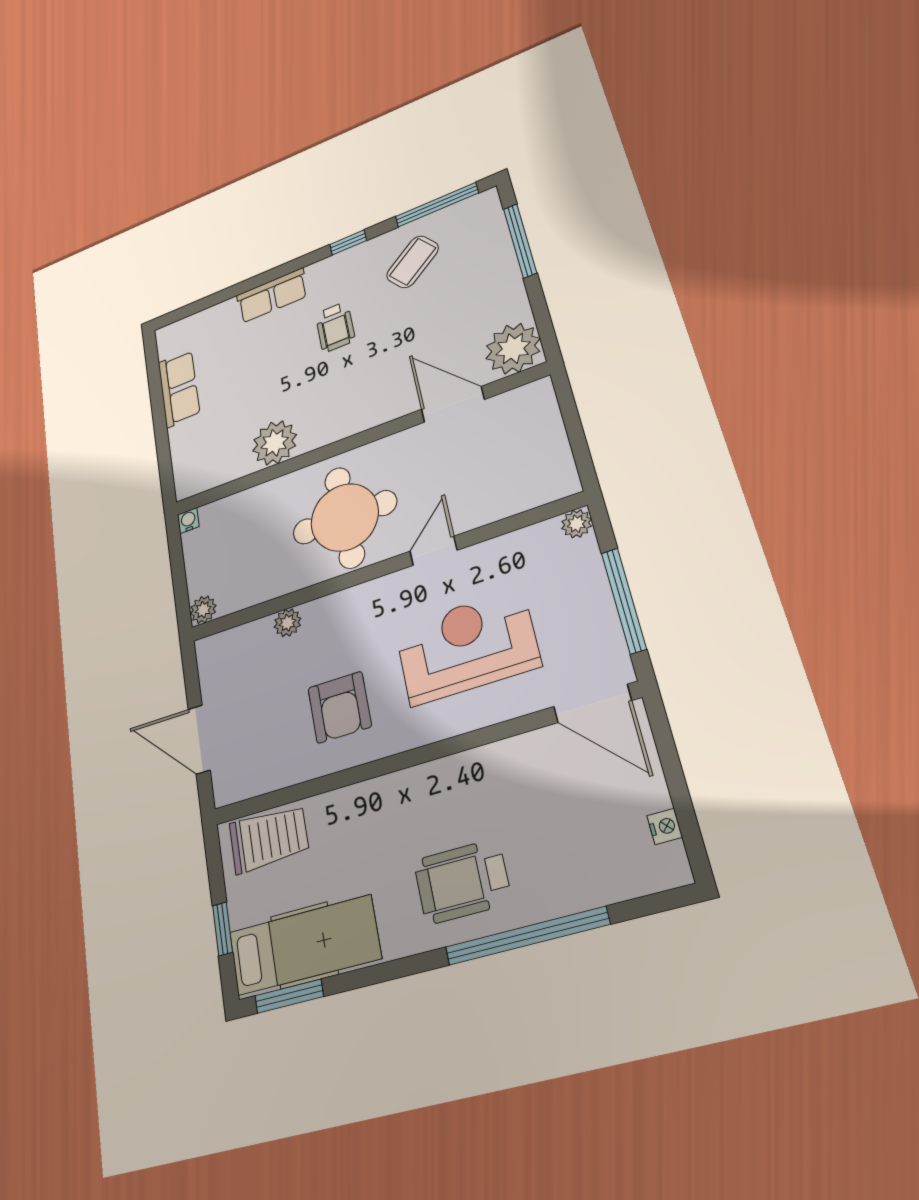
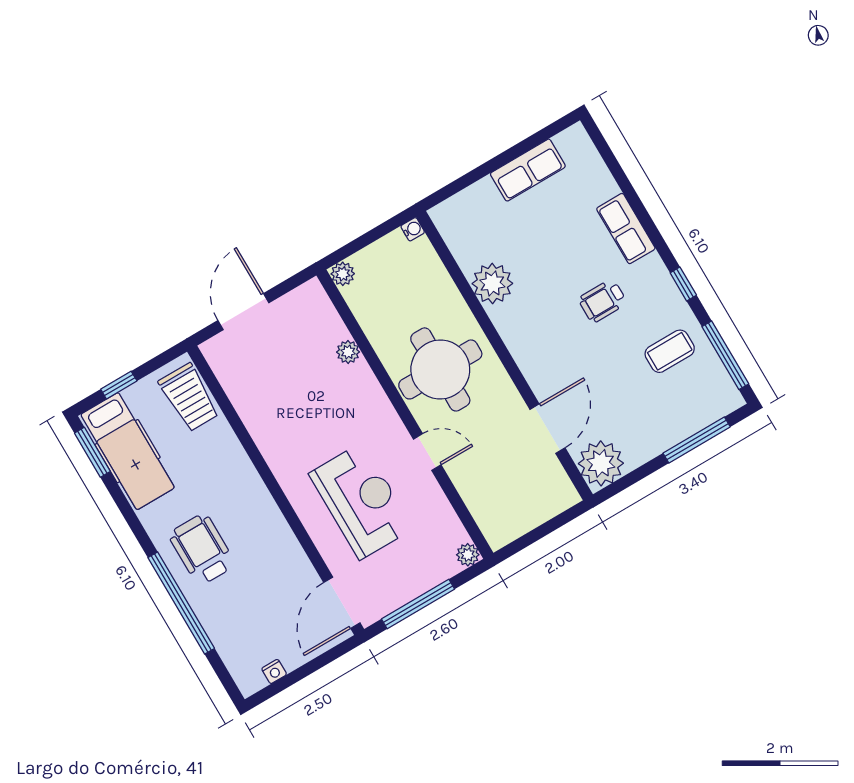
coffee table: (413, 262) -> (670, 351), turned -52
armchair: (339, 707) -> (295, 418), removed

